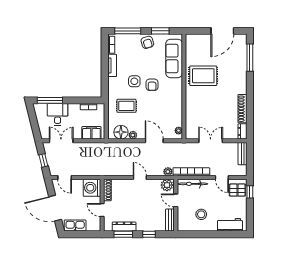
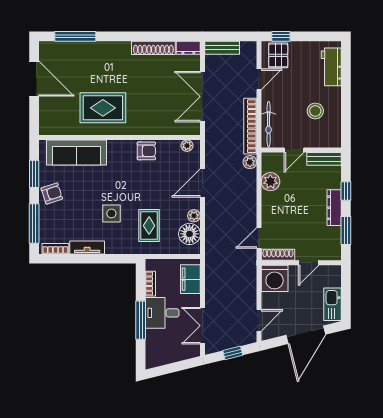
rug: (203, 76) -> (103, 108), turned 90
armchair: (152, 85) -> (146, 151), moved
window: (50, 100) -> (141, 320), moved
desk: (58, 114) -> (162, 313), moved
double door: (211, 141) -> (203, 97), width x1.37
door: (140, 178) -> (259, 238), moved
plant: (167, 185) -> (270, 182), moved
dresser: (124, 227) -> (334, 208), moved

